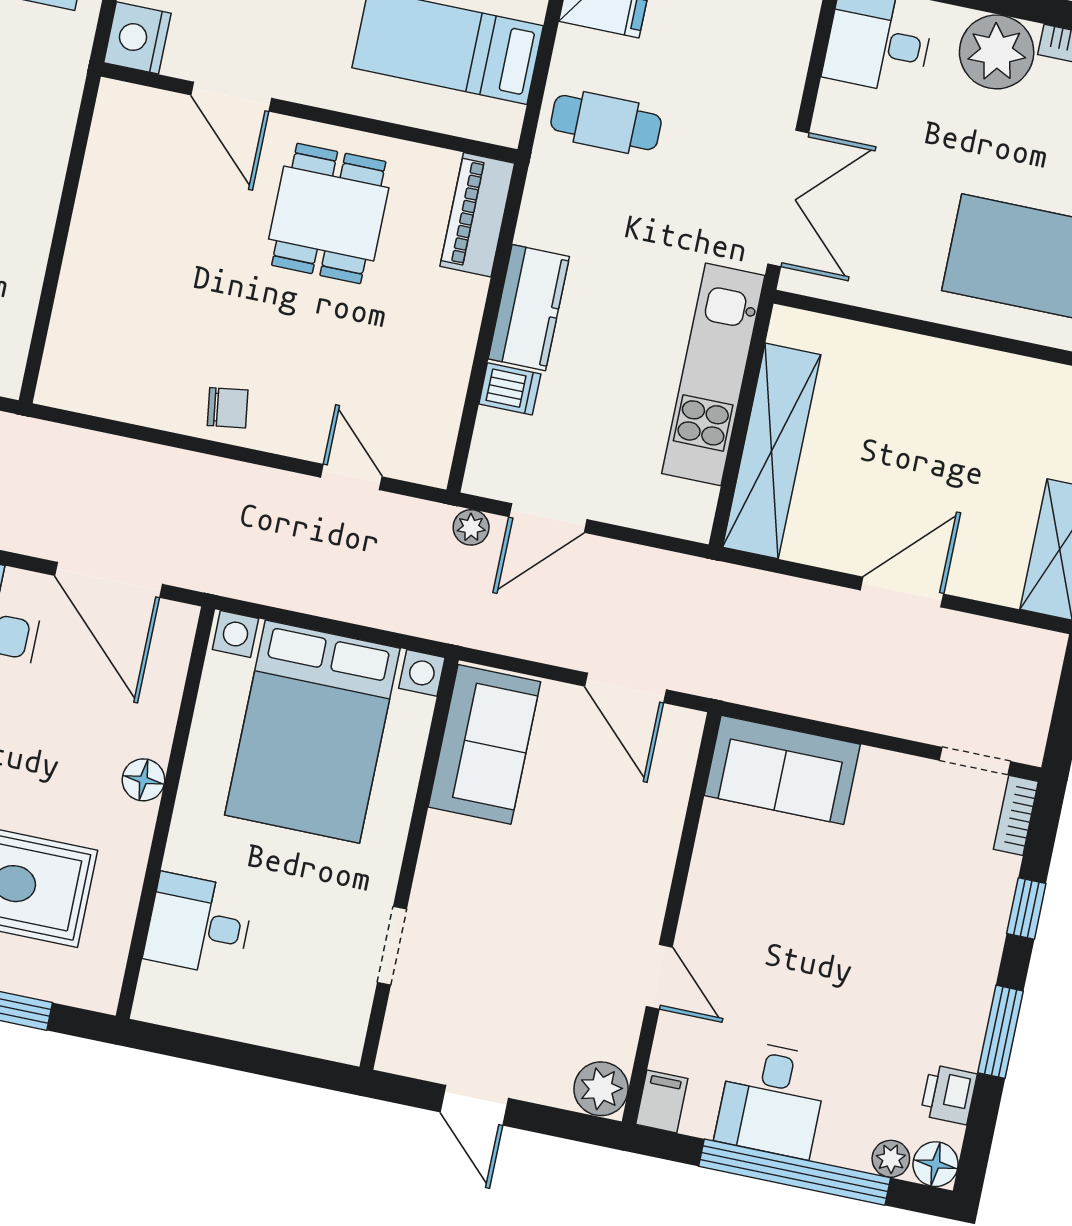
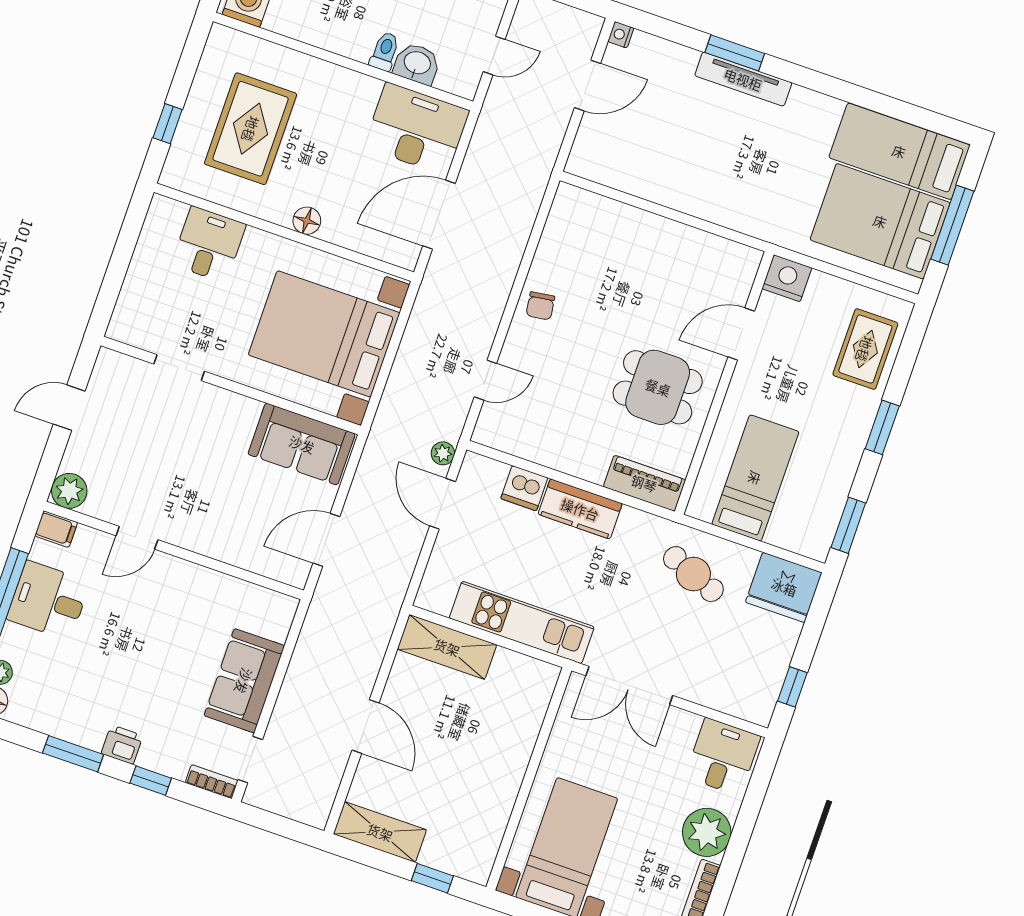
cafe table: (606, 123) -> (693, 574), turned -68
dishwasher: (510, 389) -> (524, 488), width x1.38
shelving: (772, 451) -> (447, 647), width x0.68
sofa: (782, 770) -> (244, 681), moved
printer: (949, 1095) -> (122, 745), moved

